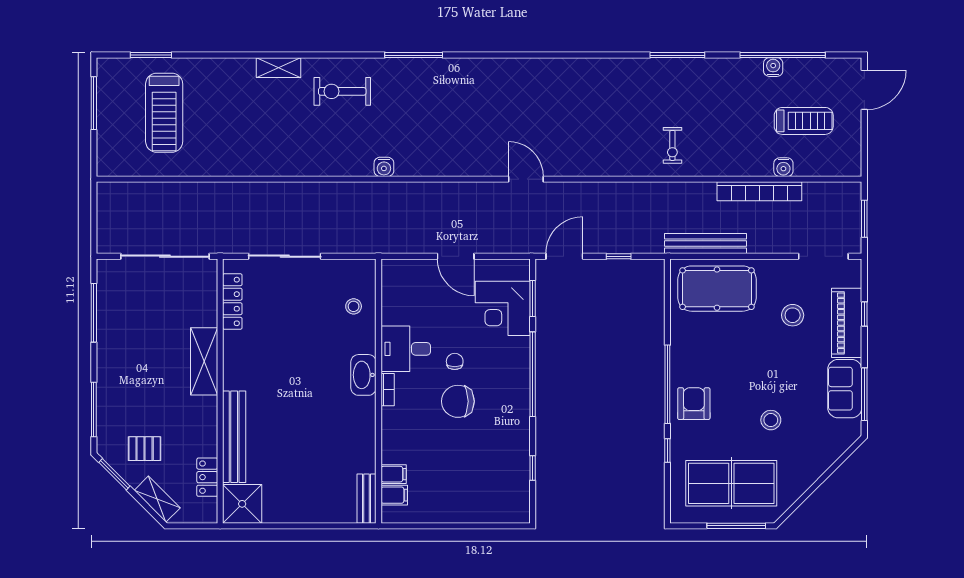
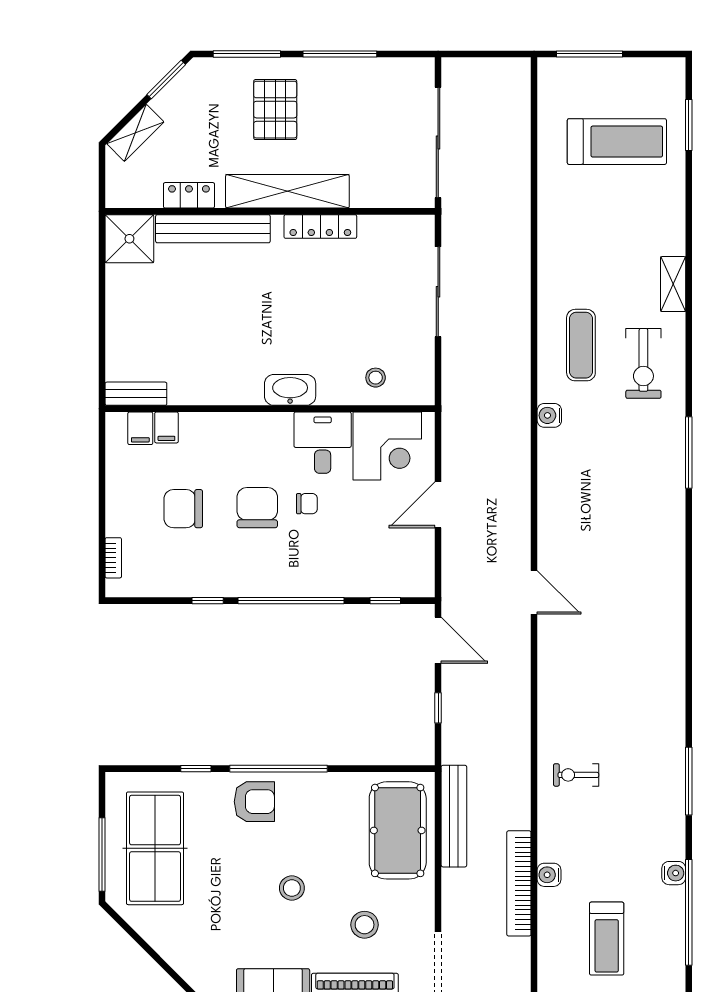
water cooler: (773, 67) -> (674, 873), moved
exercise bike: (342, 91) -> (643, 363), turned 180
window: (94, 103) -> (590, 54), moved
treadmill: (164, 113) -> (617, 142), turned 180
exercise mat: (328, 142) -> (581, 345), added
water cooler: (783, 167) -> (549, 875), moved
door: (526, 179) -> (534, 592), hinge flipped
window: (533, 299) -> (385, 601), width x0.67
locker: (232, 301) -> (320, 227), moved
corner desk: (503, 308) -> (387, 446), moved, turned 180
window: (94, 313) -> (340, 54), moved
shelving: (204, 361) -> (287, 191), width x1.47
bookcase: (388, 390) -> (113, 558), moved, turned -90
stool: (771, 420) -> (292, 888), moved
pallet: (145, 449) -> (275, 110), moved, width x1.50, depth x1.42
chair: (459, 461) -> (183, 509), added
window: (533, 468) -> (208, 601), moved
locker: (207, 477) -> (189, 195), moved

